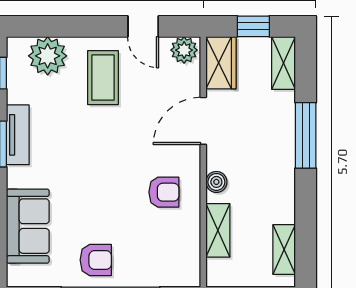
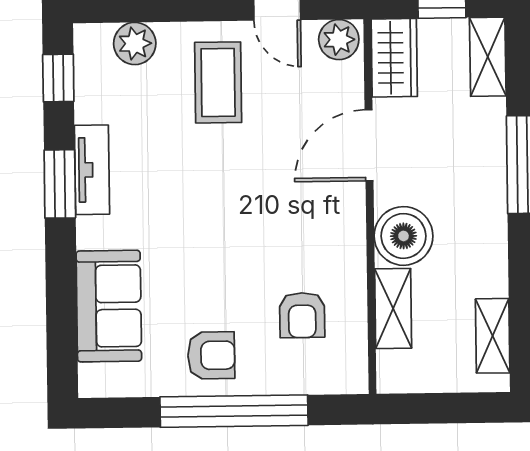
plant: (48, 56) -> (135, 43), width x0.73, depth x0.73
boiler: (216, 182) -> (403, 236), width x1.86, depth x1.86
armchair: (164, 192) -> (302, 315), moved, turned 90

